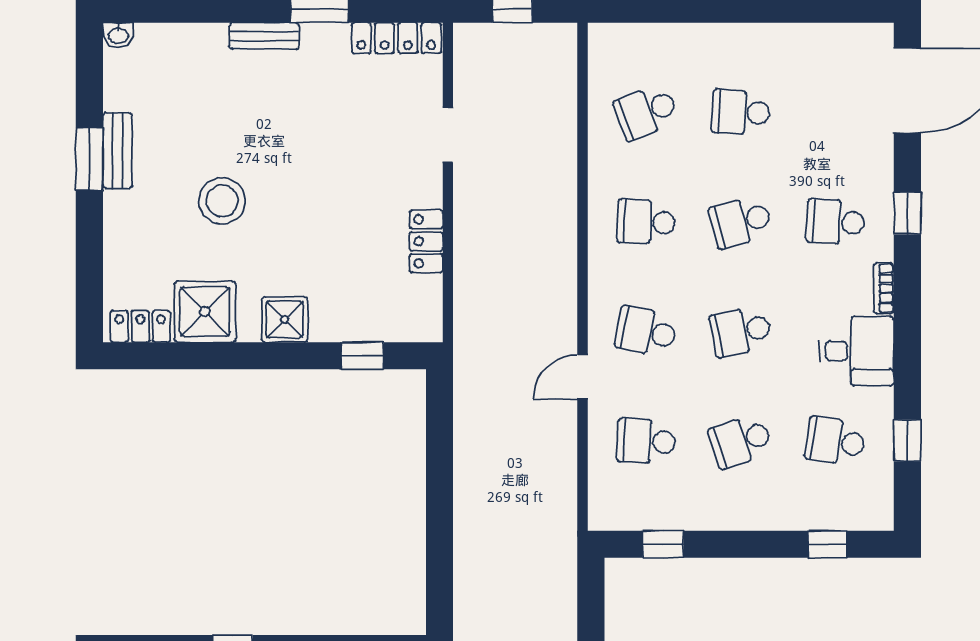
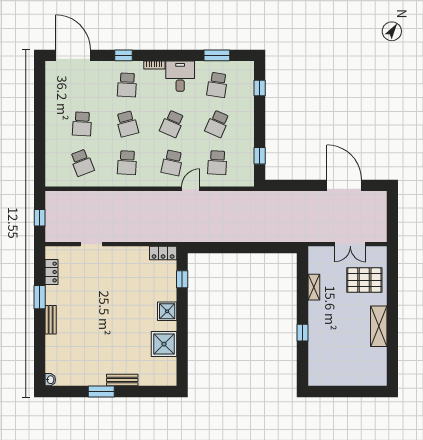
locker: (396, 38) -> (51, 272), width x0.66
bench: (117, 151) -> (122, 380), moved
stool: (222, 201) -> (118, 337), removed
locker: (426, 241) -> (163, 253), moved
locker: (140, 326) -> (170, 371), removed
school desk: (741, 332) -> (172, 124), turned 36
door: (583, 377) -> (191, 189), swing flipped
window: (907, 440) -> (217, 55), width x1.50
school desk: (741, 441) -> (217, 124), turned 42

